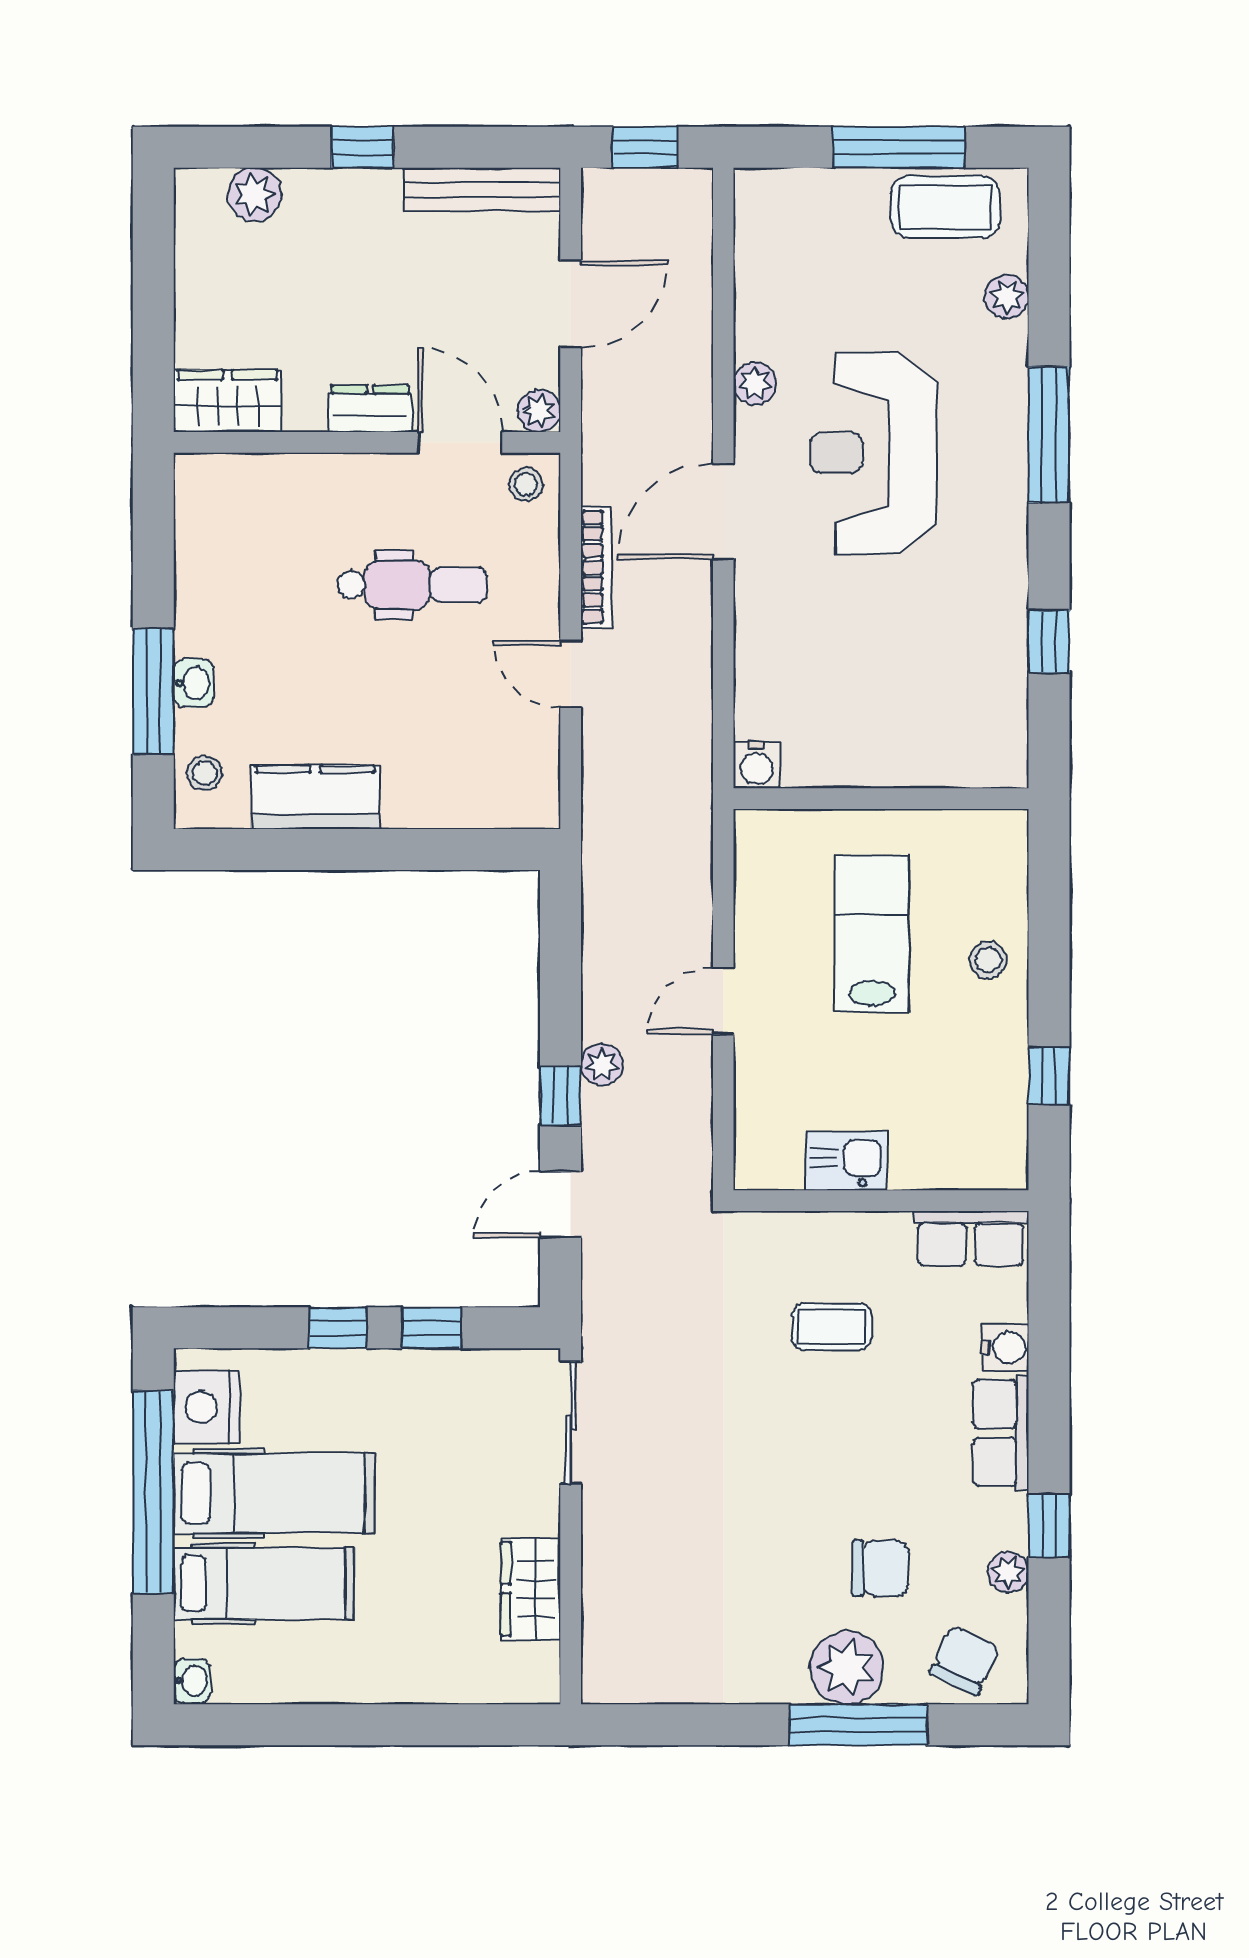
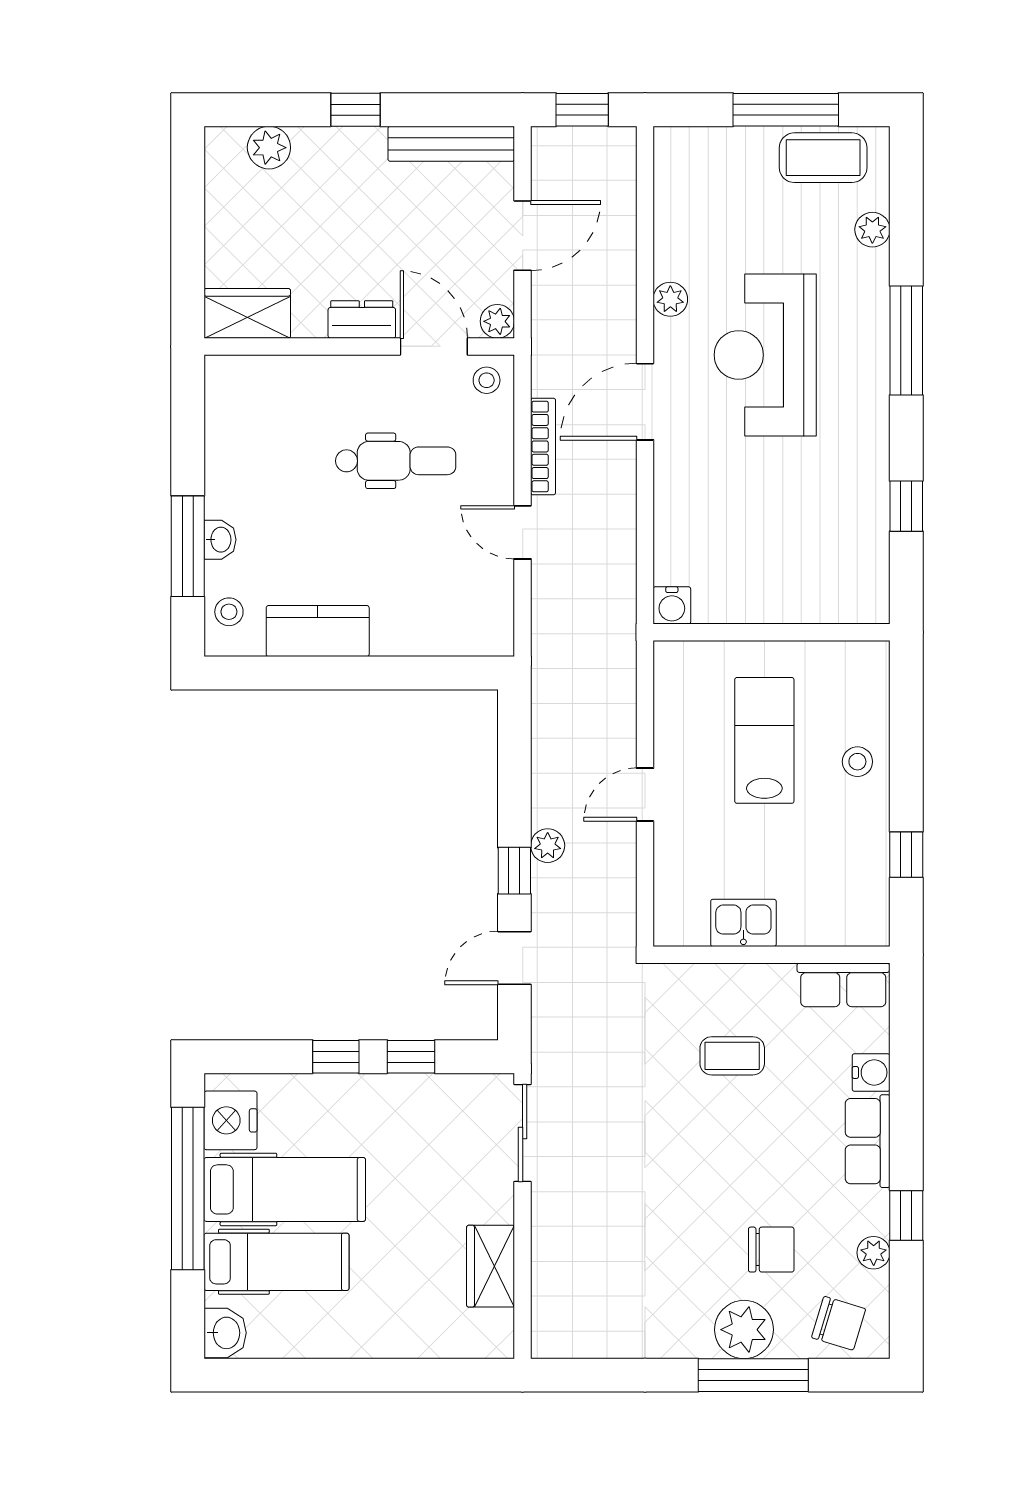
chair: (965, 1660) -> (839, 1323), turned 82
washbasin: (192, 1681) -> (225, 1333), width x1.38, depth x1.45

